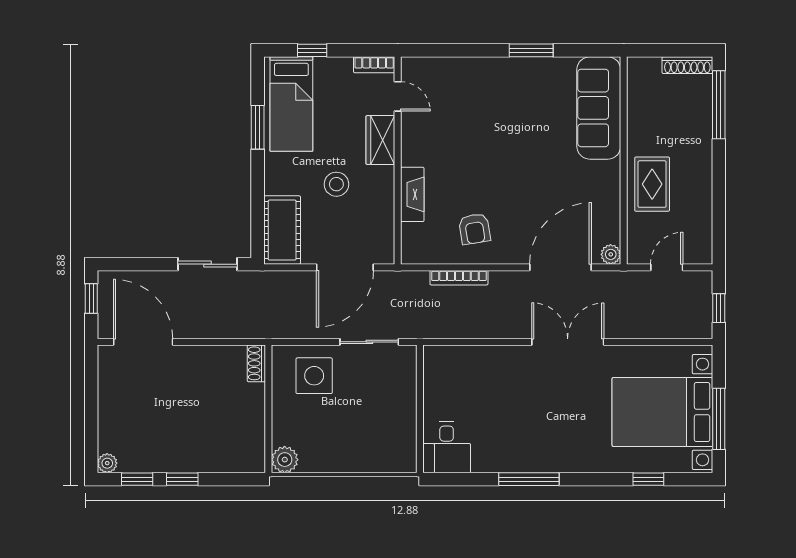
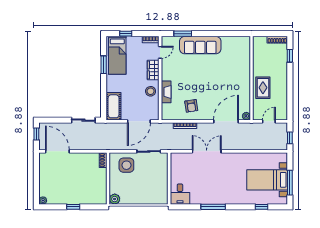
window: (531, 50) -> (183, 34), moved
door: (398, 96) -> (160, 52), hinge flipped
window: (719, 105) -> (290, 56), width x0.46
sofa: (599, 108) -> (200, 45), moved, turned -90
stool: (336, 184) -> (151, 91), moved
double door: (568, 342) -> (207, 151), moved
bed with nightstands: (662, 412) -> (267, 180), width x0.73
window: (137, 479) -> (55, 207), removed

